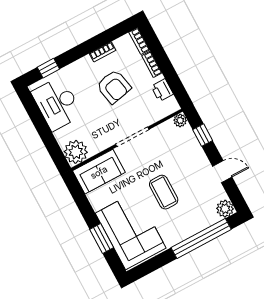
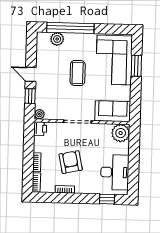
printer: (162, 90) -> (40, 129), moved
door: (222, 172) -> (31, 74), moved
plant: (225, 209) -> (57, 39), moved

